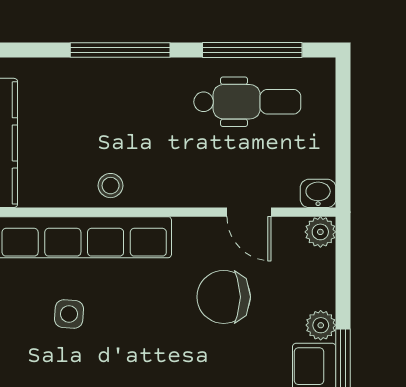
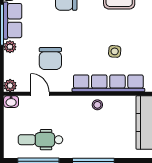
chair: (224, 297) -> (50, 59), turned 90

